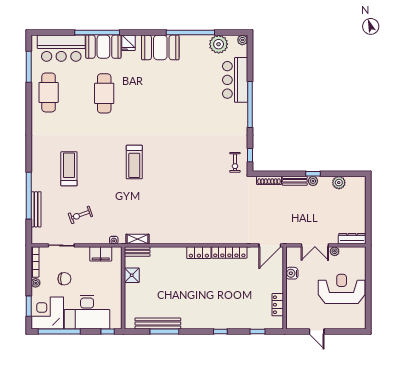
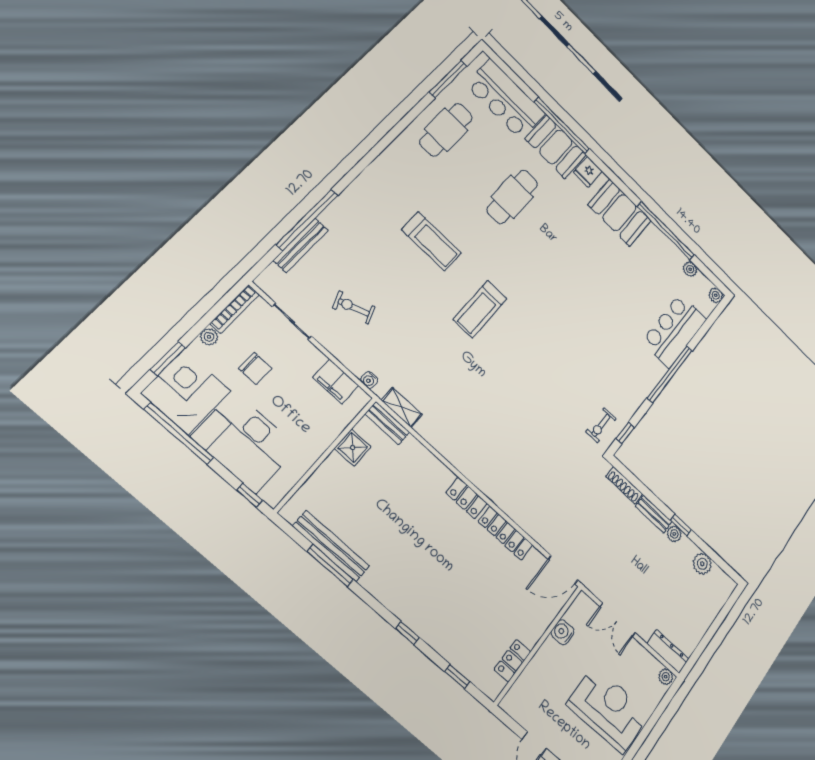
plant: (219, 44) -> (690, 269), width x0.53, depth x0.53
treadmill: (69, 169) -> (432, 241), moved, turned 90
plant: (335, 251) -> (666, 677), moved

